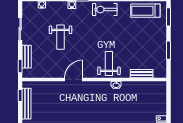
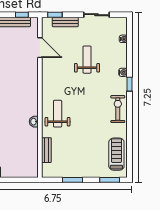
weight bench: (60, 37) -> (87, 60), turned 90
weight bench: (109, 64) -> (58, 114), turned -90
door: (74, 79) -> (40, 48), moved

